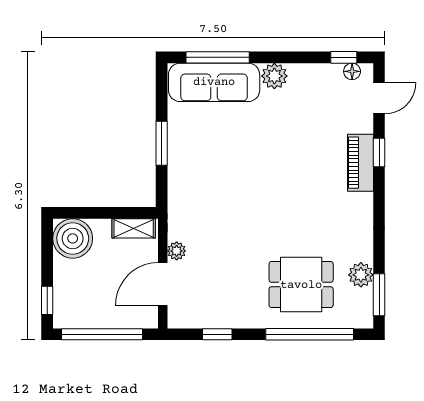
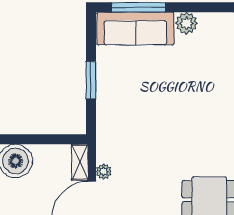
shelving: (134, 228) -> (80, 162), moved, turned 90

